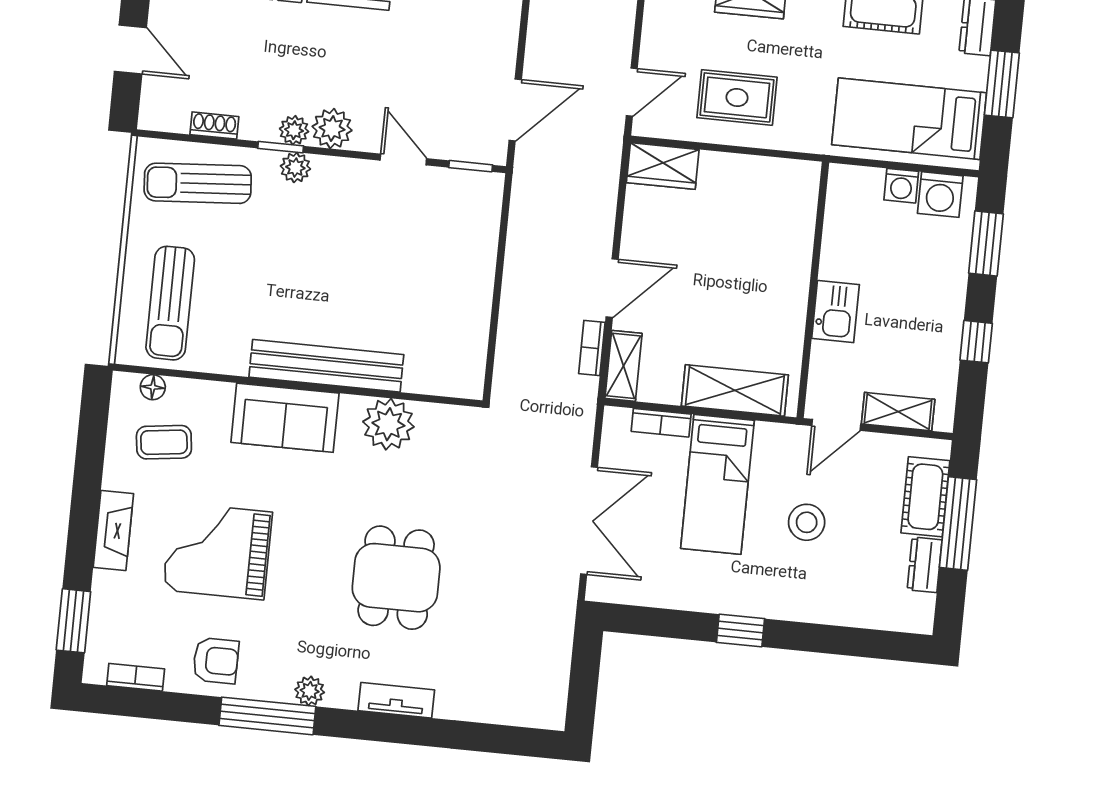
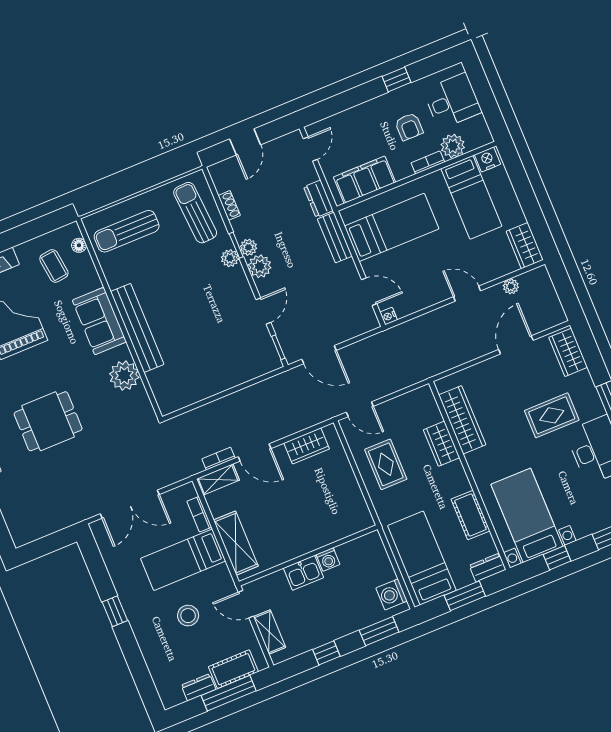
wardrobe: (663, 166) -> (307, 446), moved, turned -90
washing machine: (901, 186) -> (328, 560), moved, turned -90

